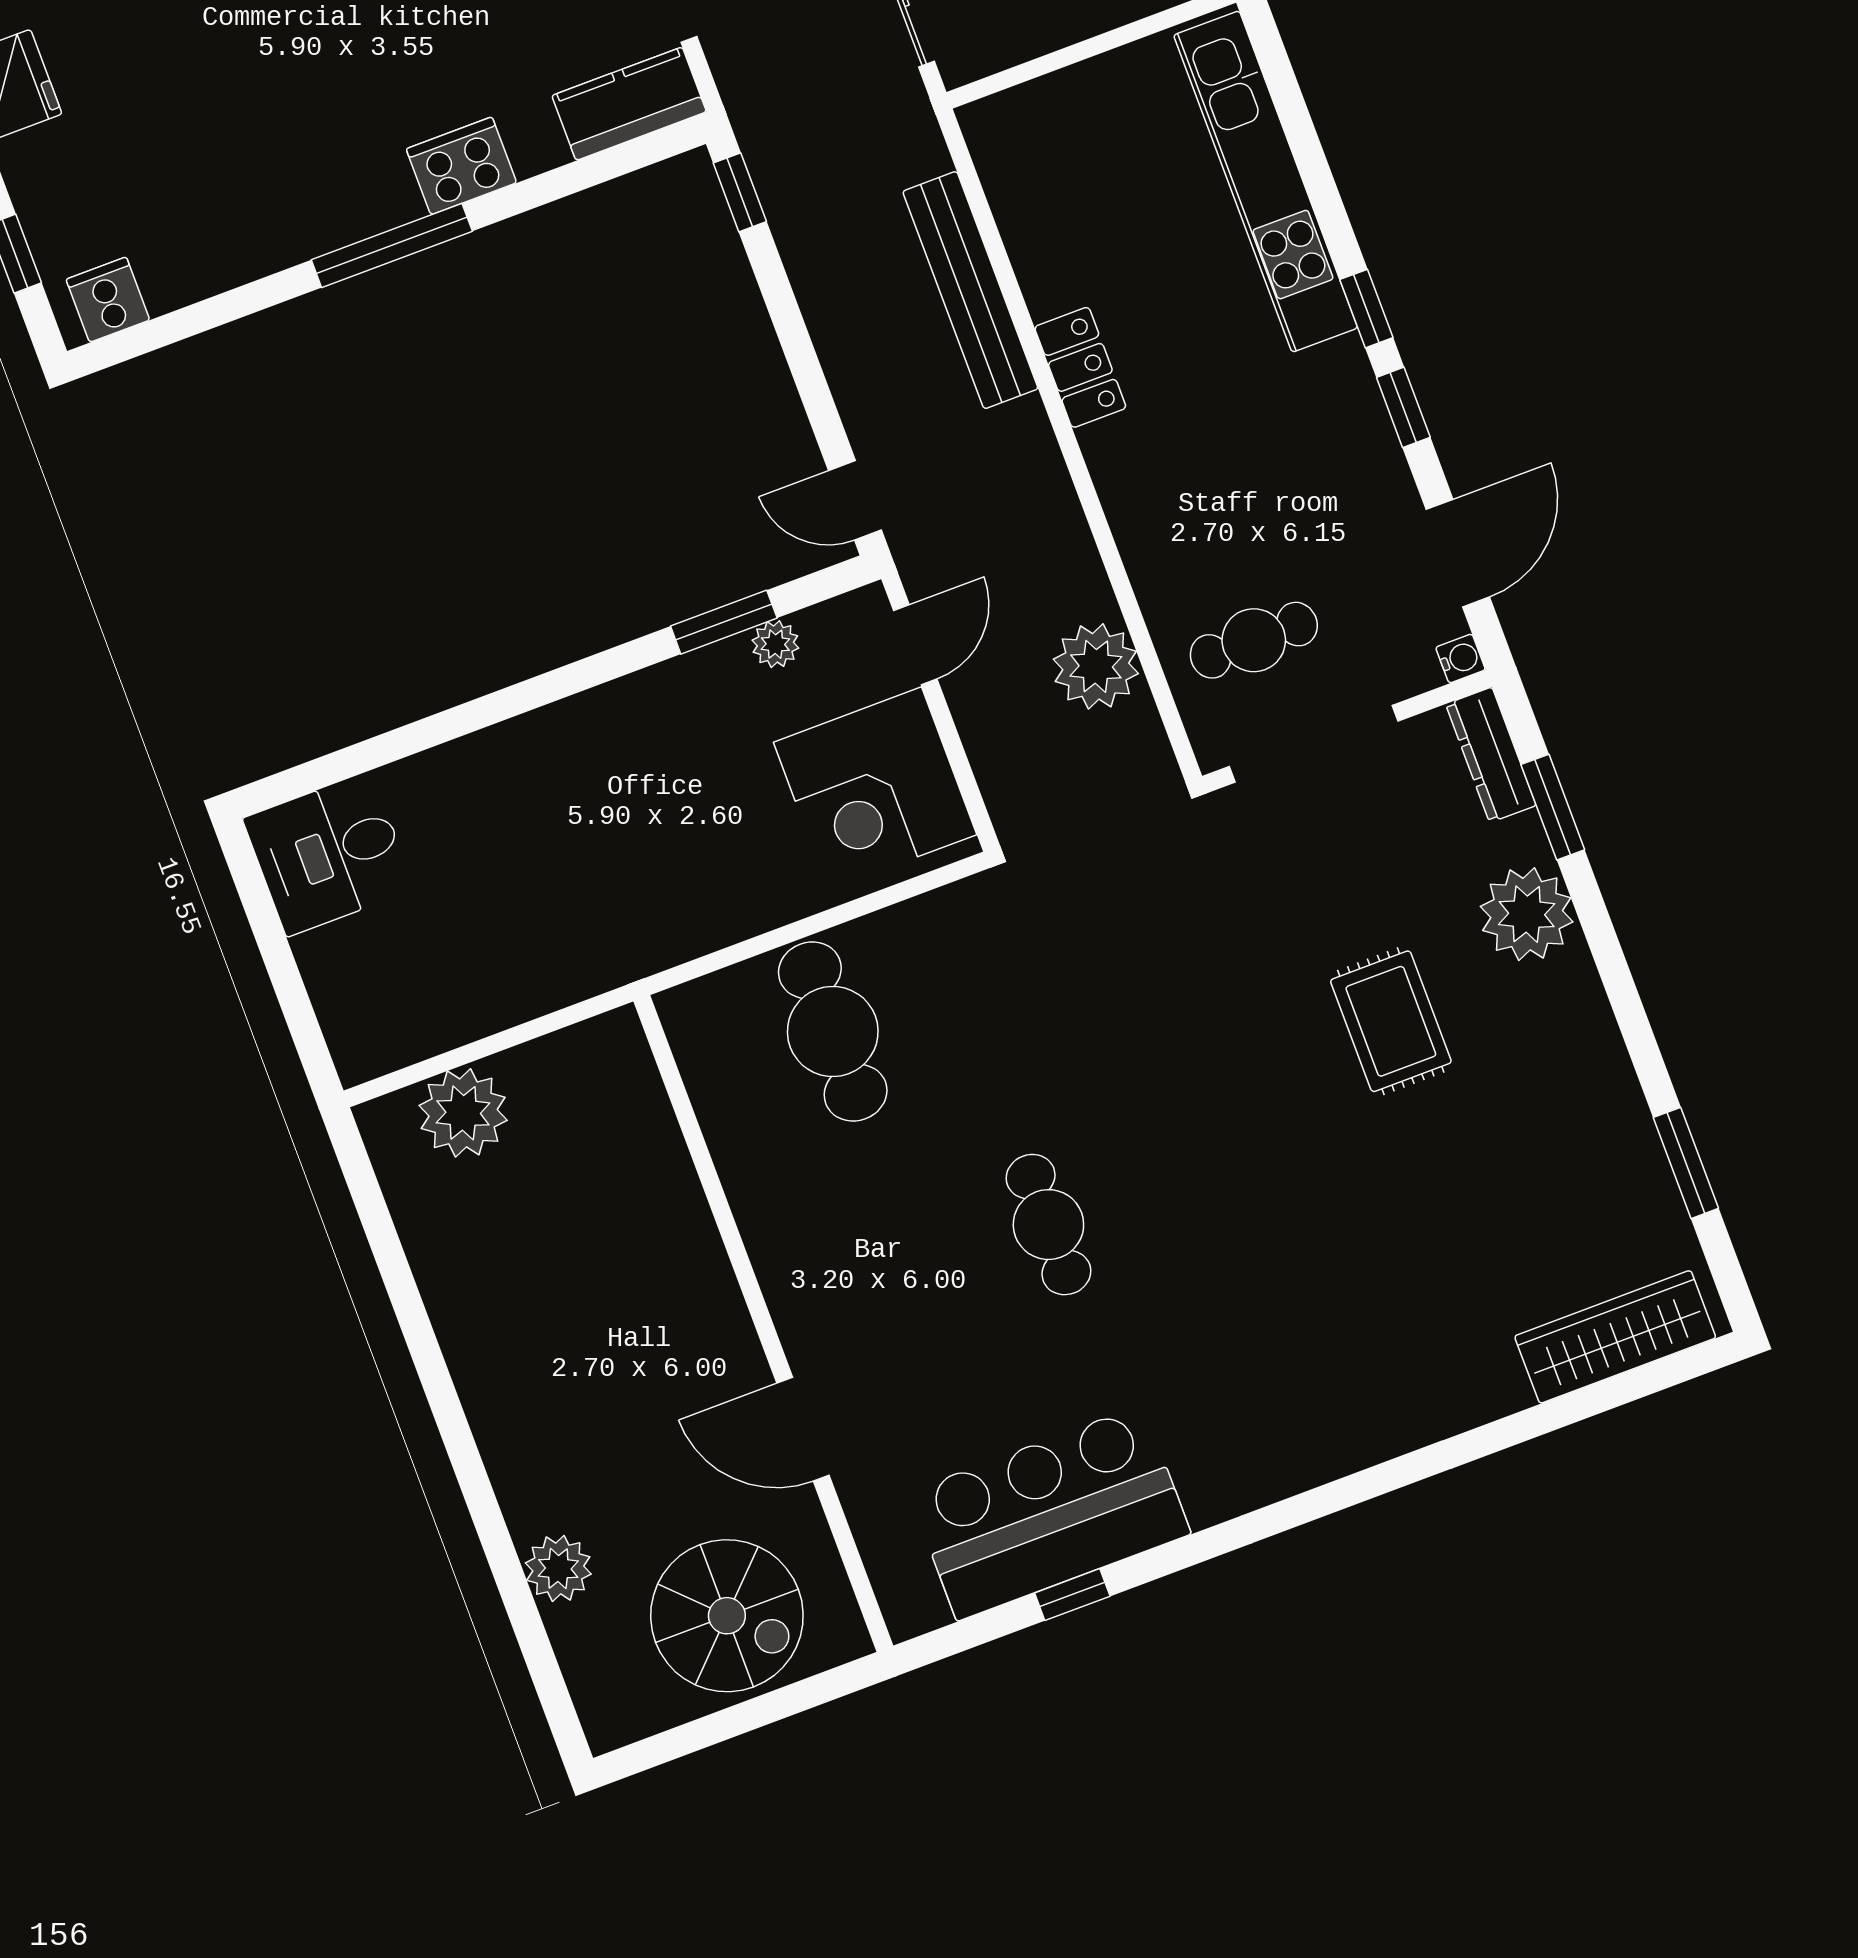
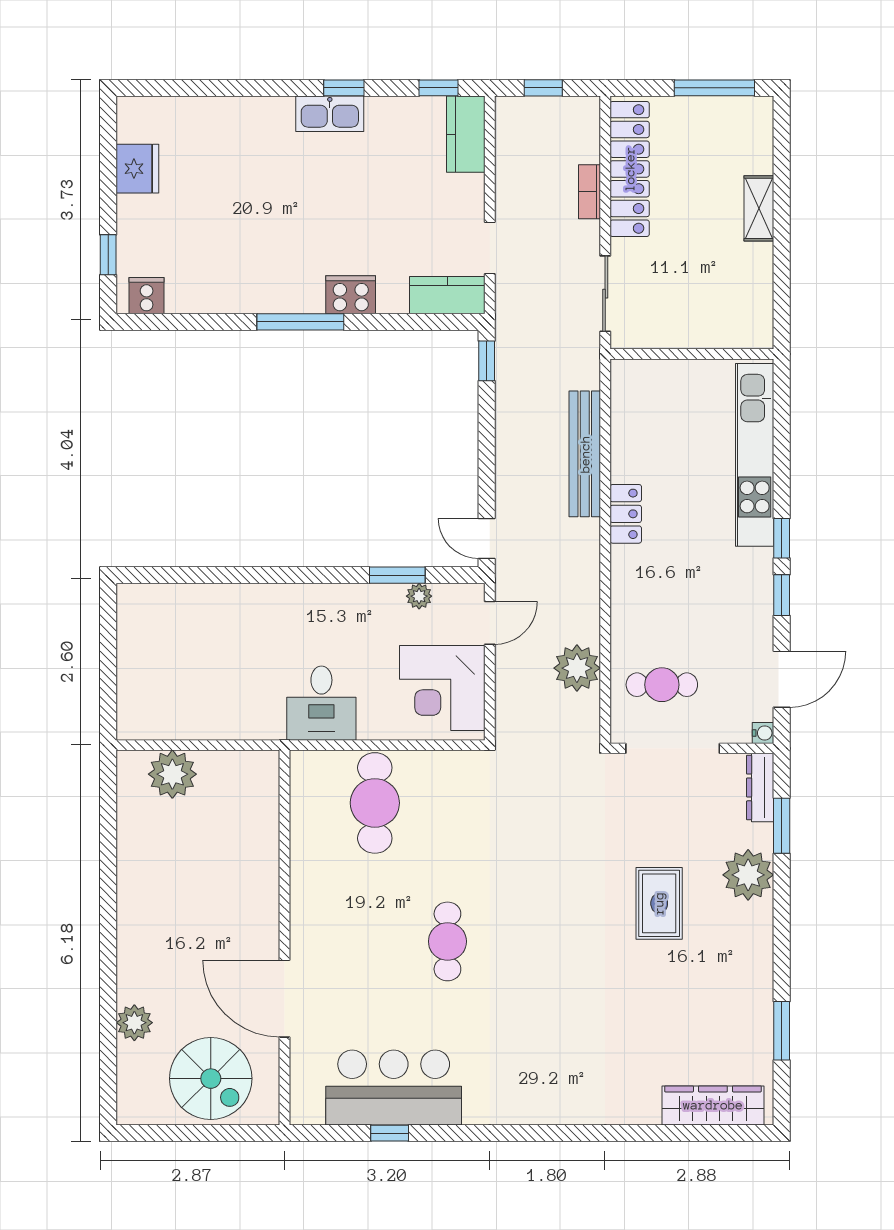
desk: (329, 854) -> (321, 703), moved, turned -90
door: (803, 1429) -> (285, 999), width x1.36

